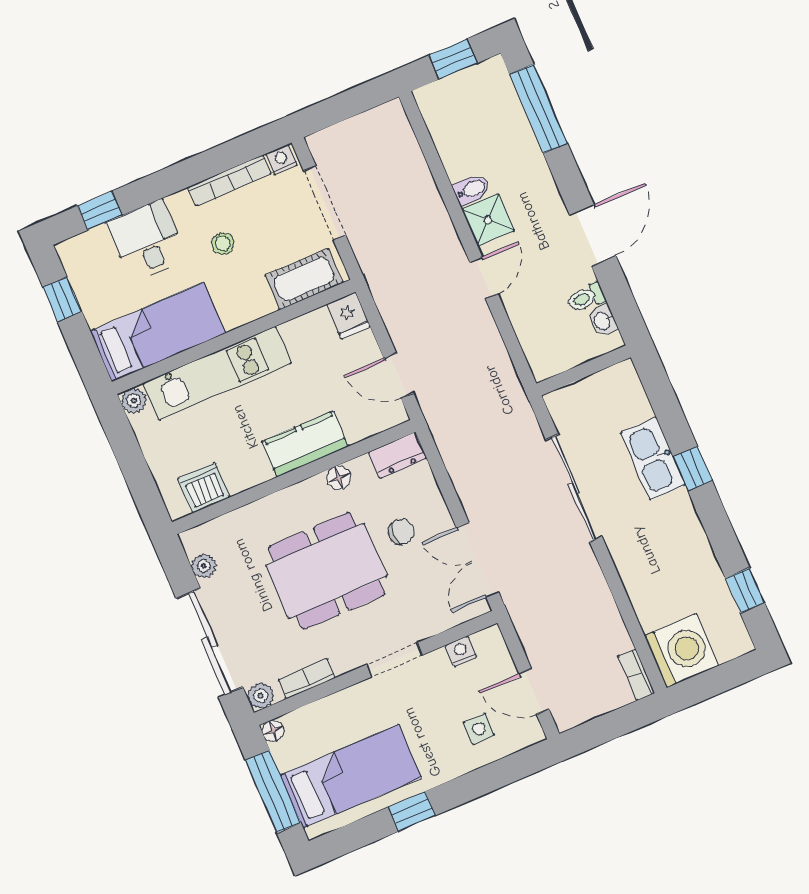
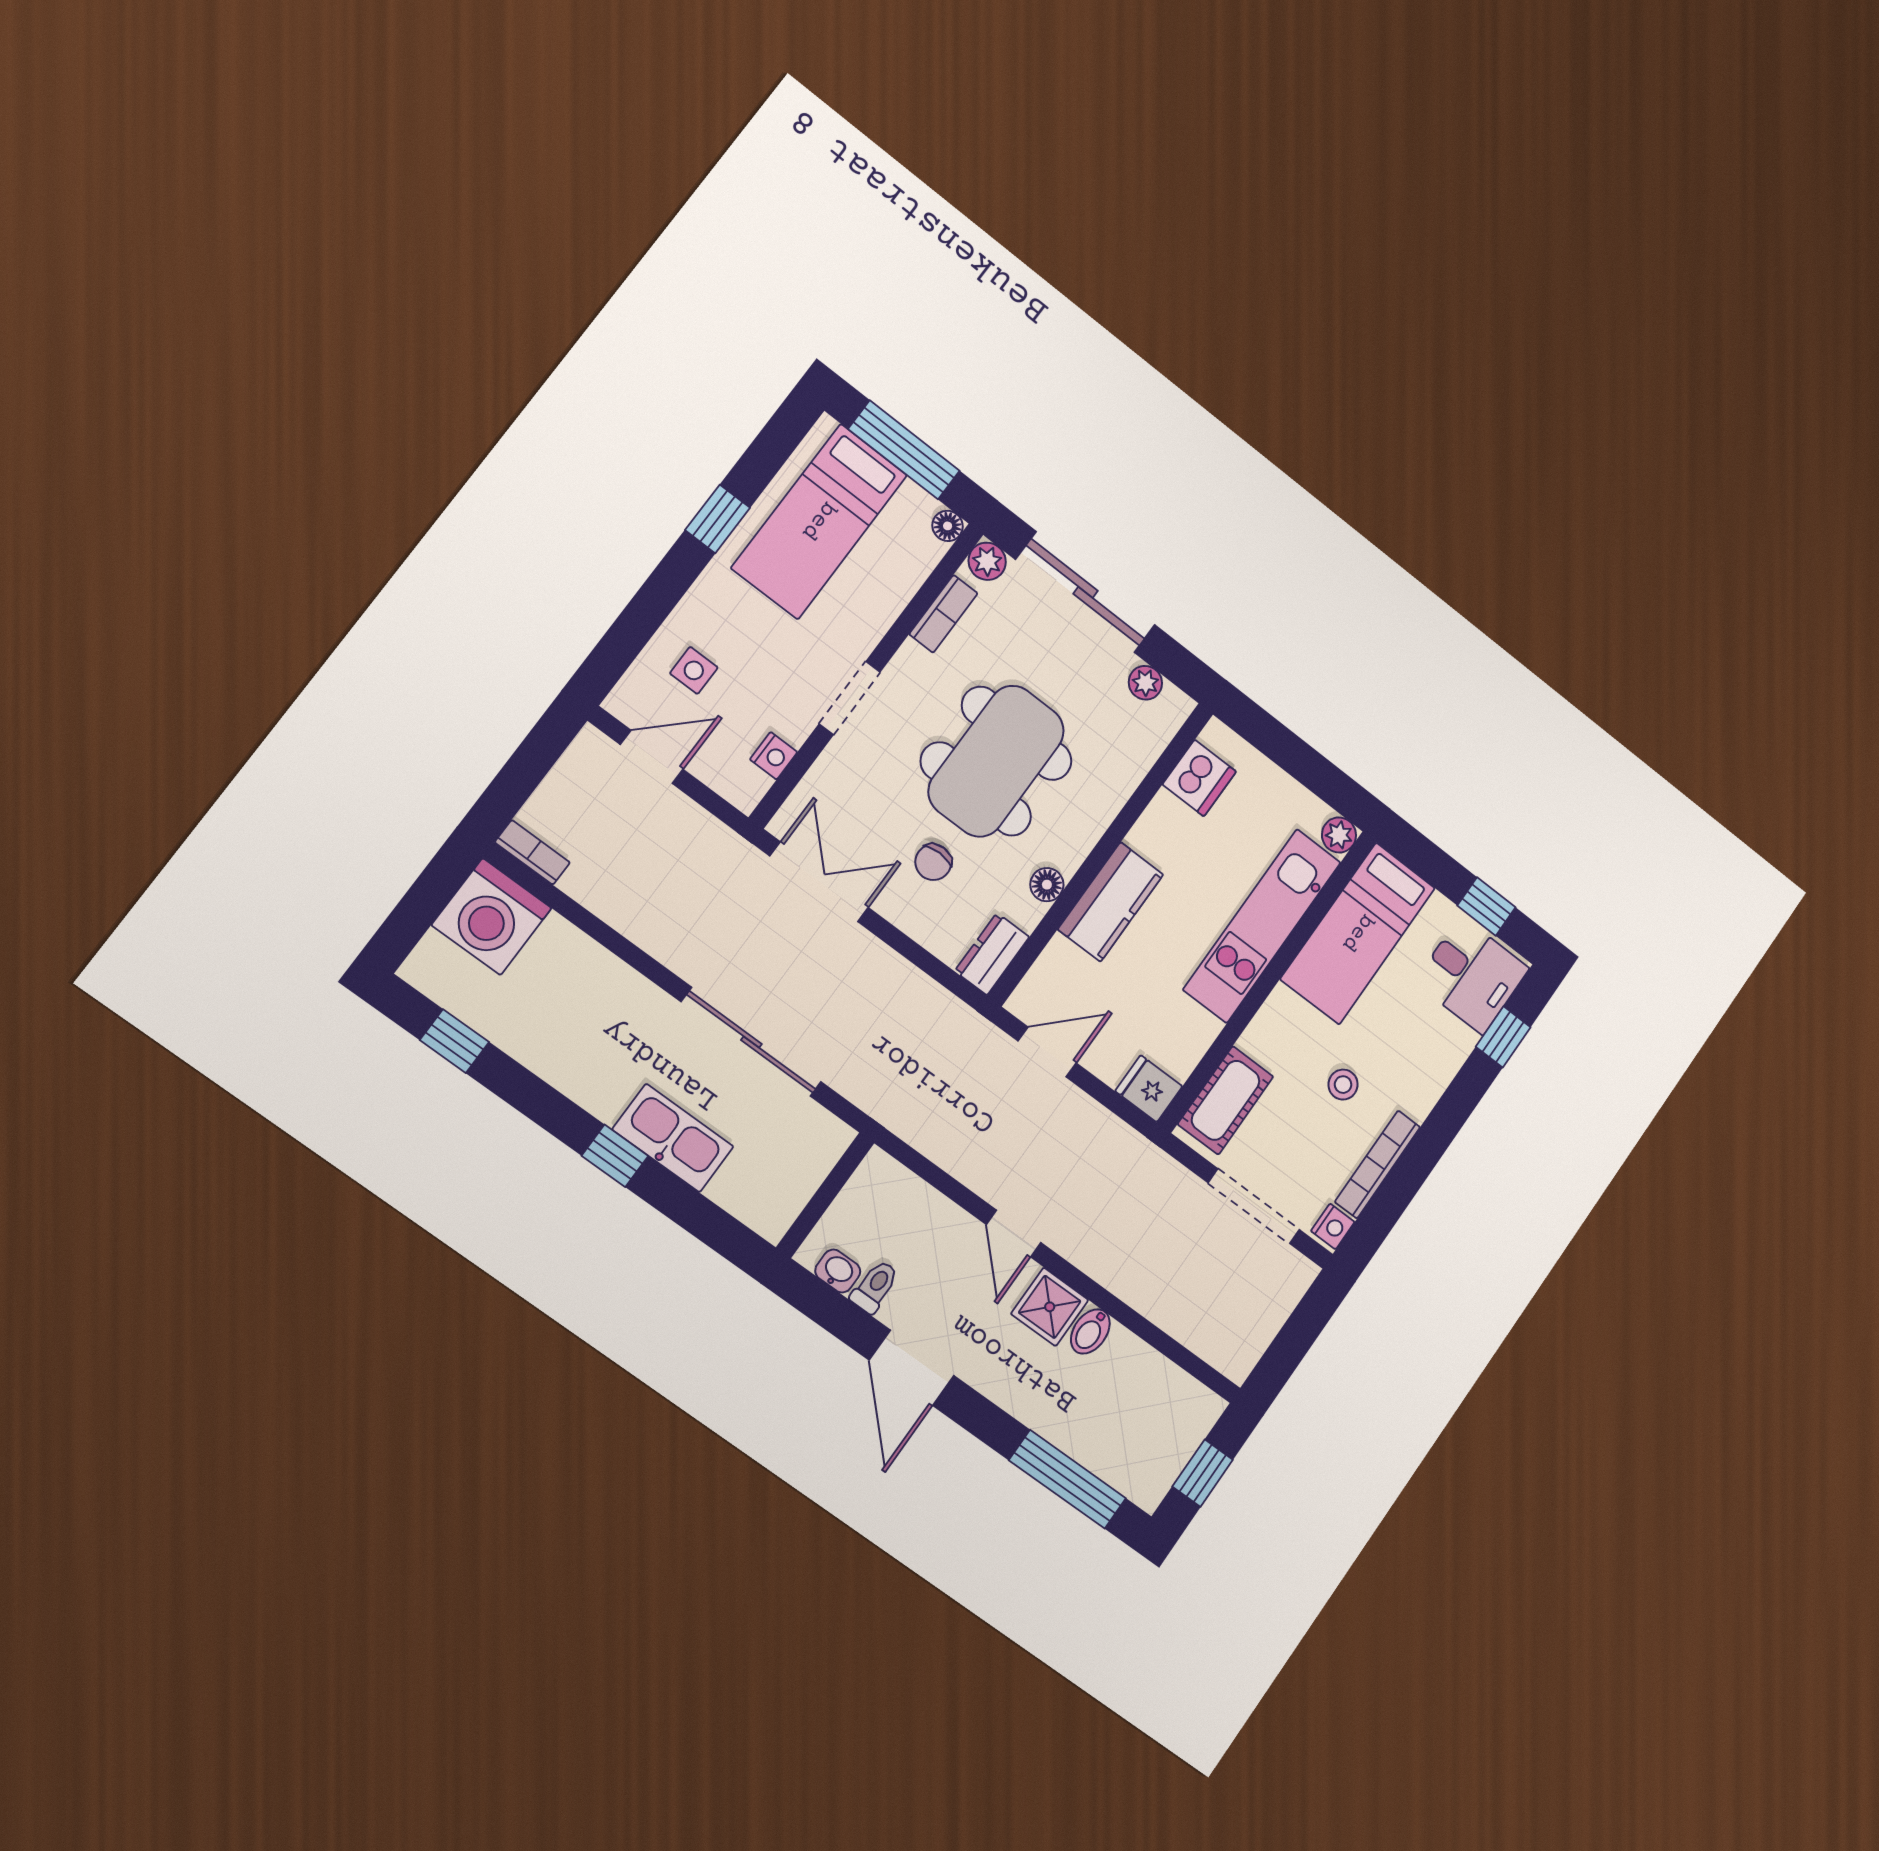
desk: (147, 241) -> (1472, 975), moved

